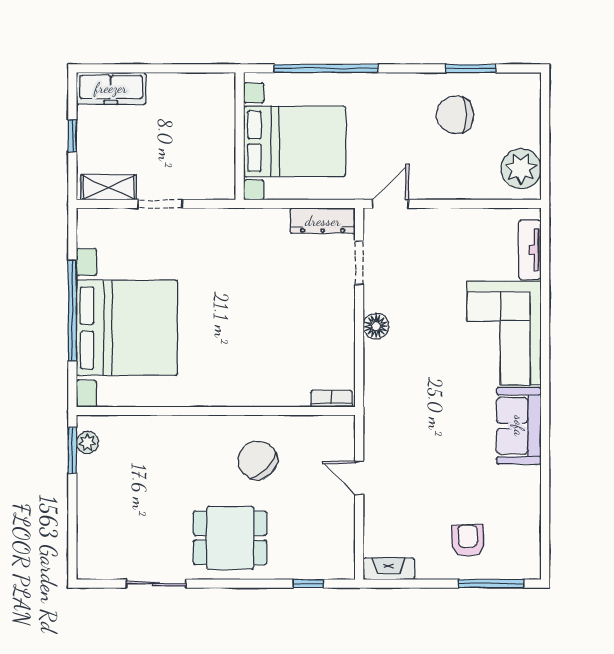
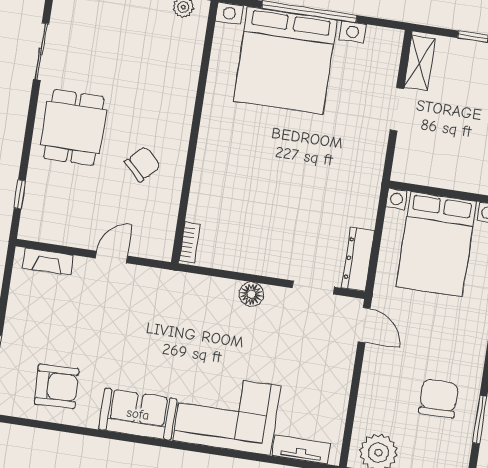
chair: (258, 460) -> (143, 164), width x0.73, depth x0.73
armchair: (468, 541) -> (57, 386), moved, width x1.38, depth x1.38
fireplace: (389, 569) -> (48, 262), moved, turned 90

